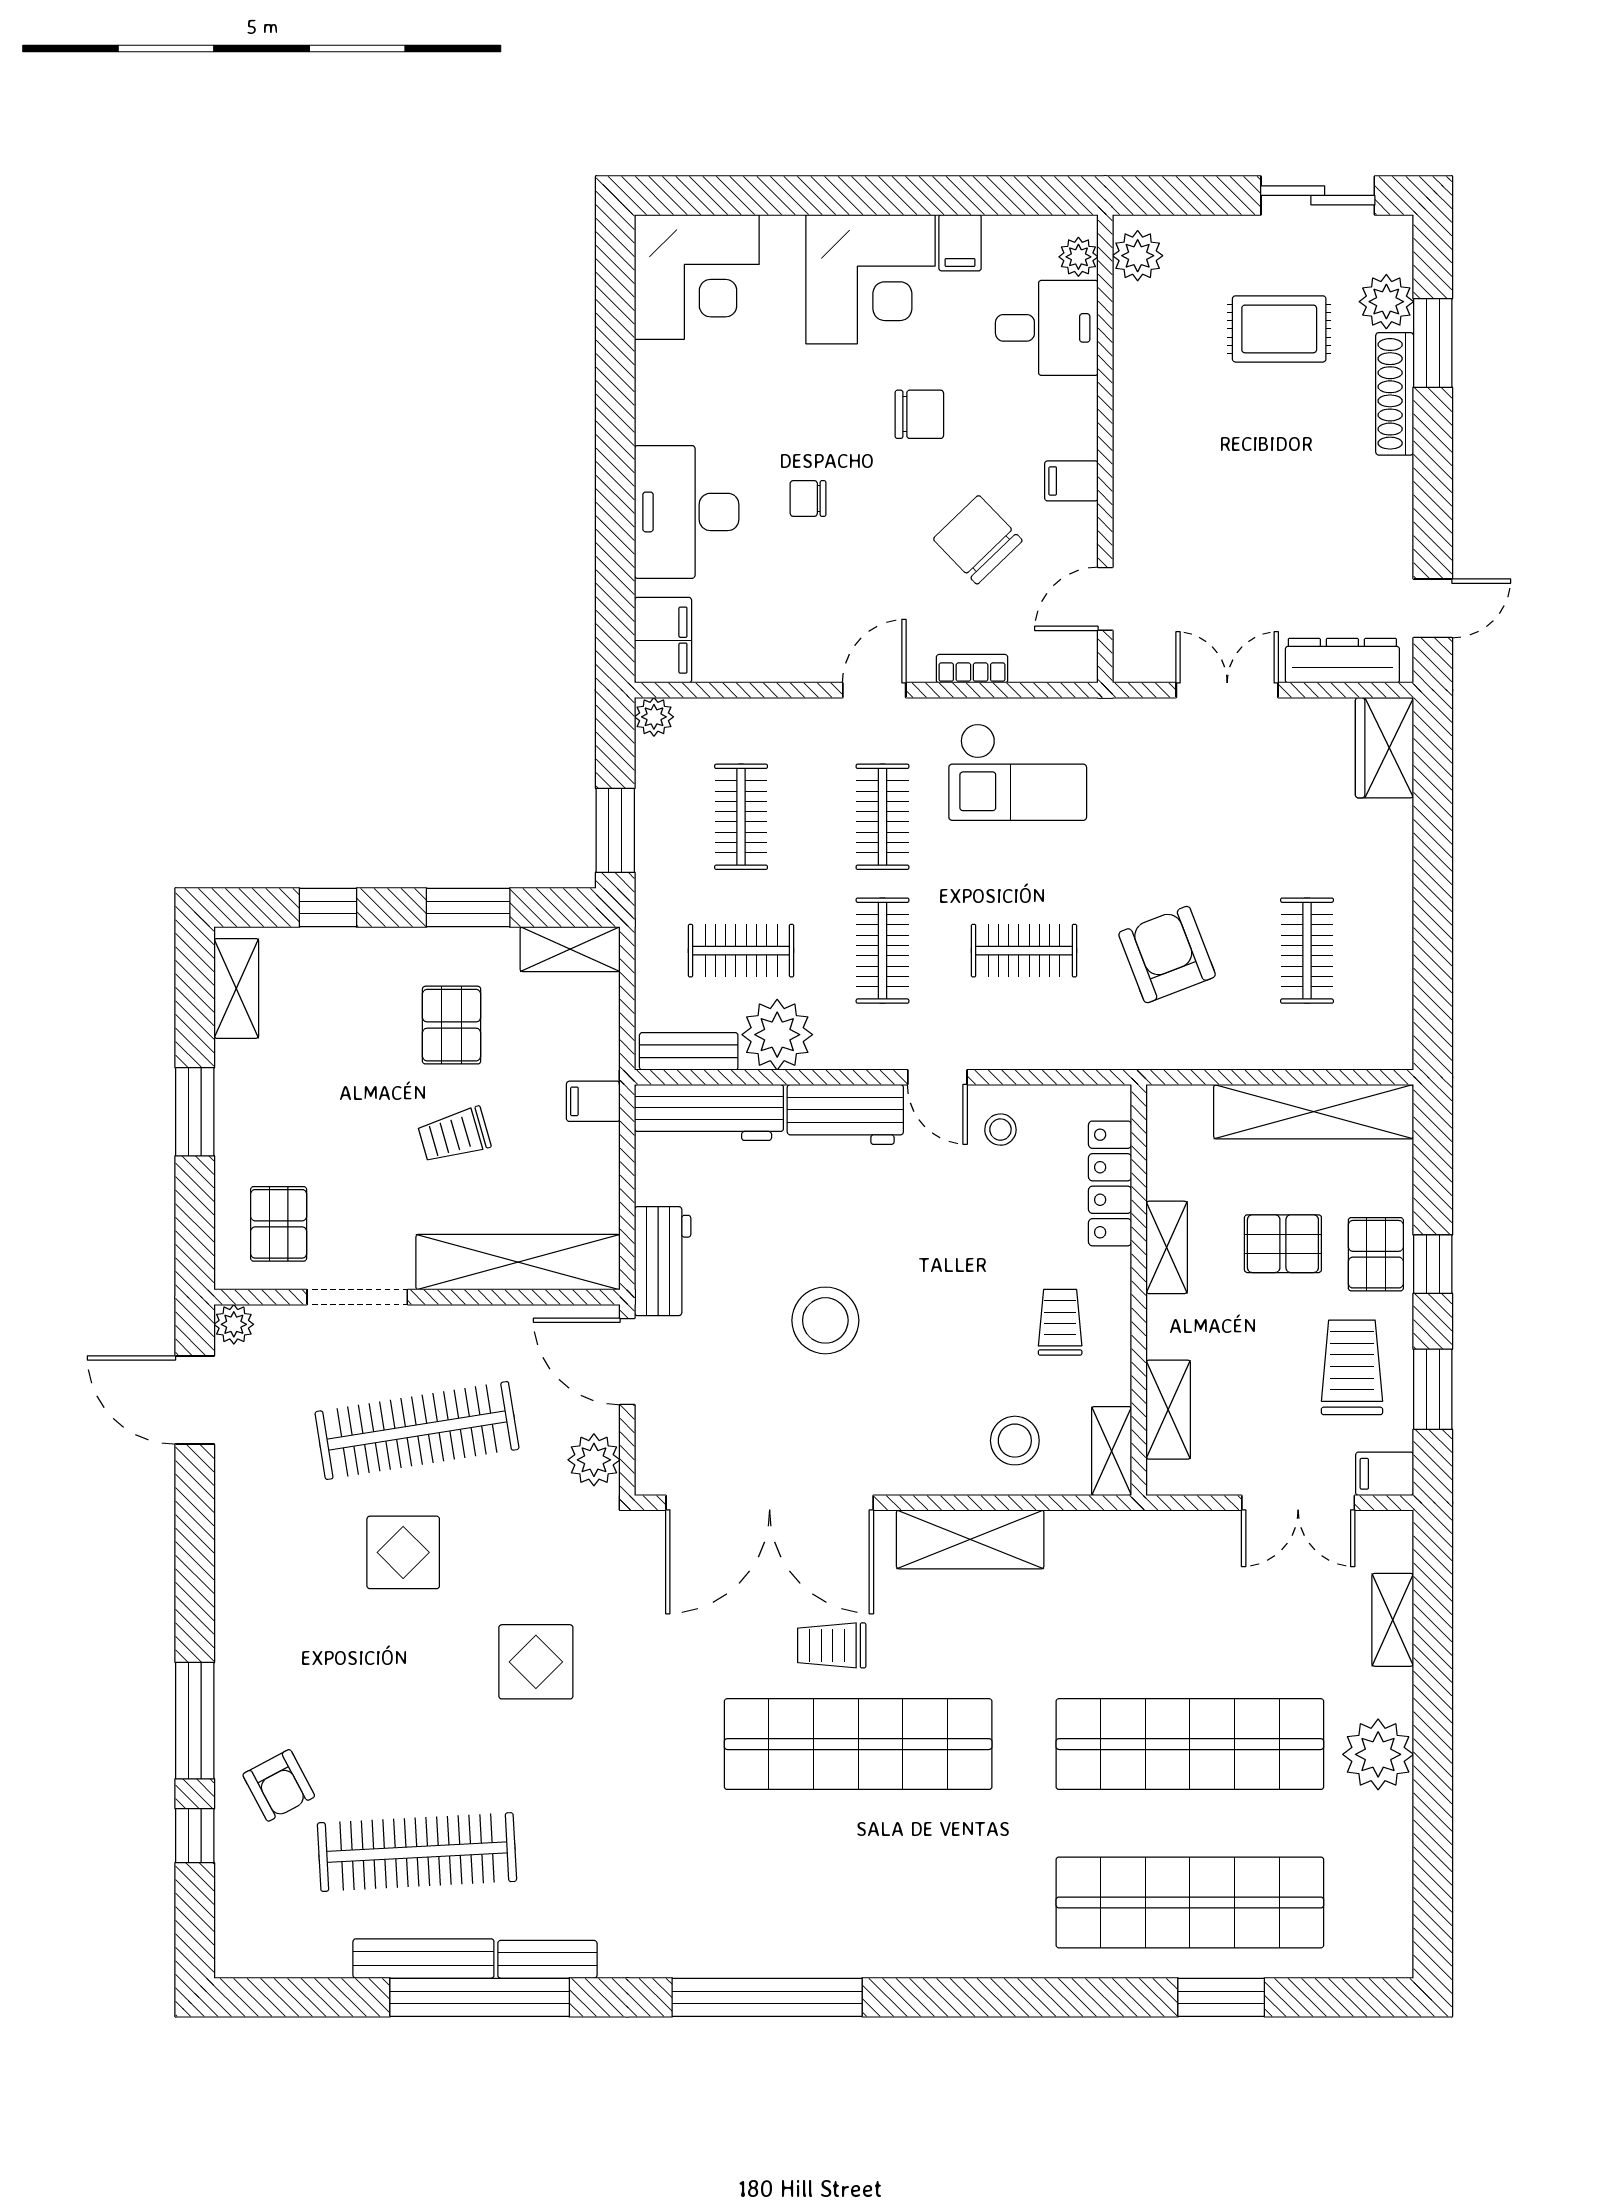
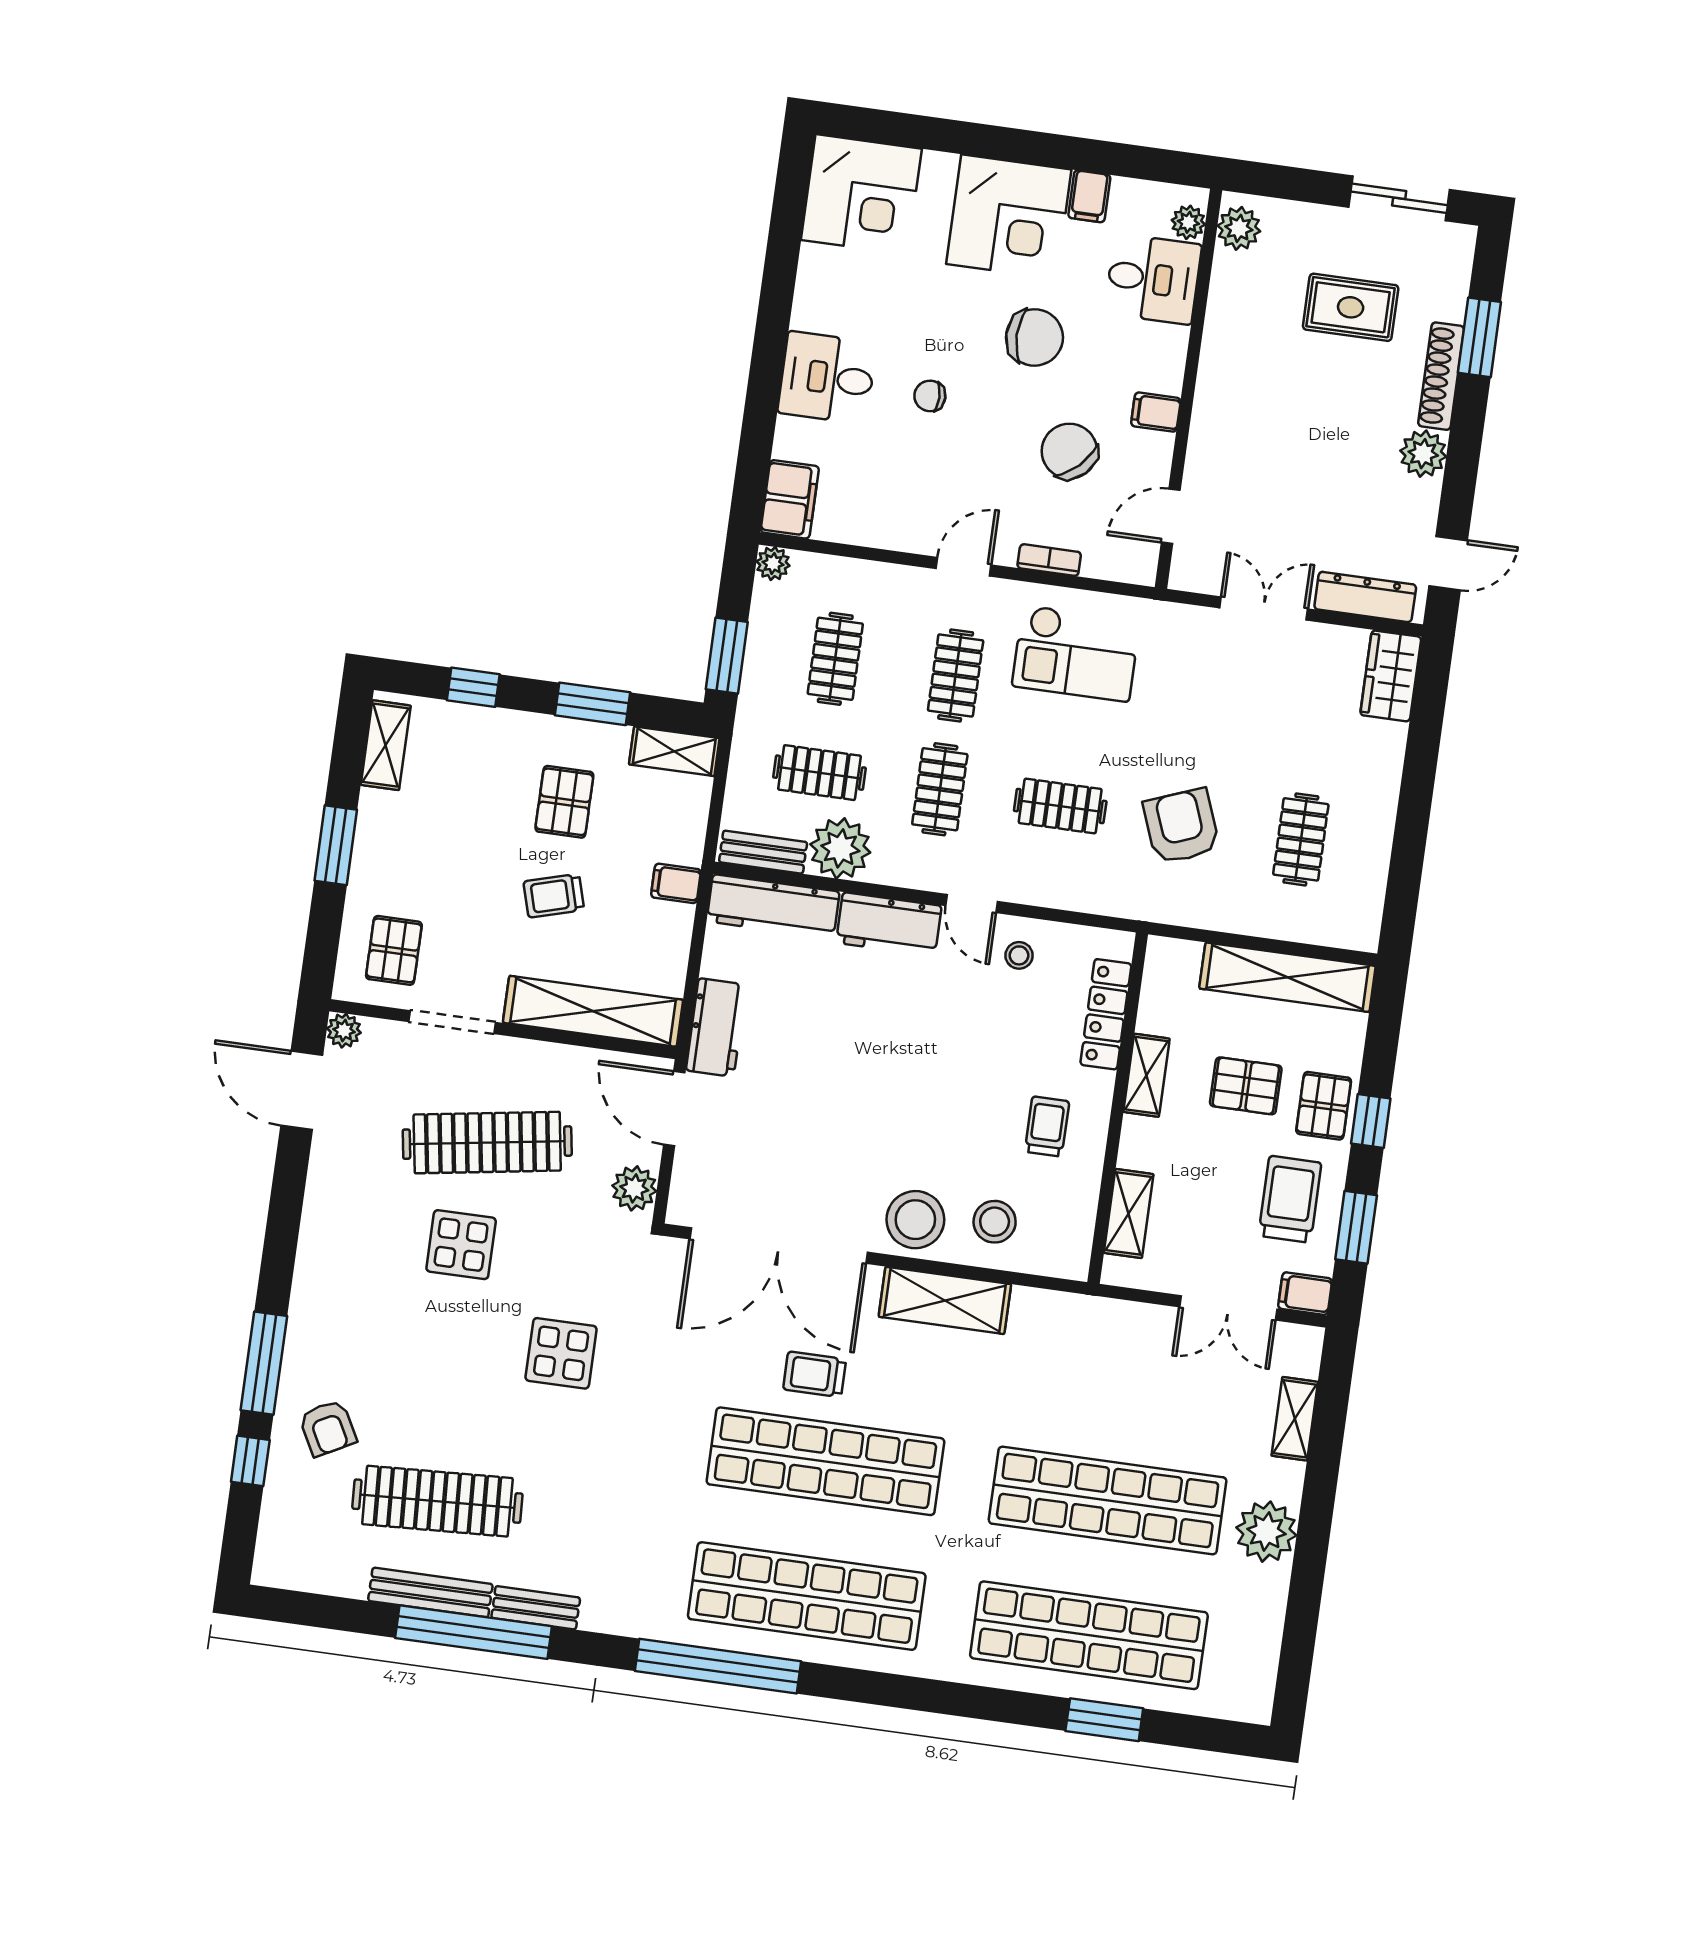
plant: (1386, 302) -> (1423, 454), moved
chair: (919, 414) -> (1034, 337), width x1.37, depth x1.37
desk: (687, 512) -> (827, 378), width x0.73
stool: (825, 1320) -> (915, 1220), moved
shelving: (1112, 1451) -> (1076, 1242), removed
shop shelf: (858, 1902) -> (807, 1596), added

